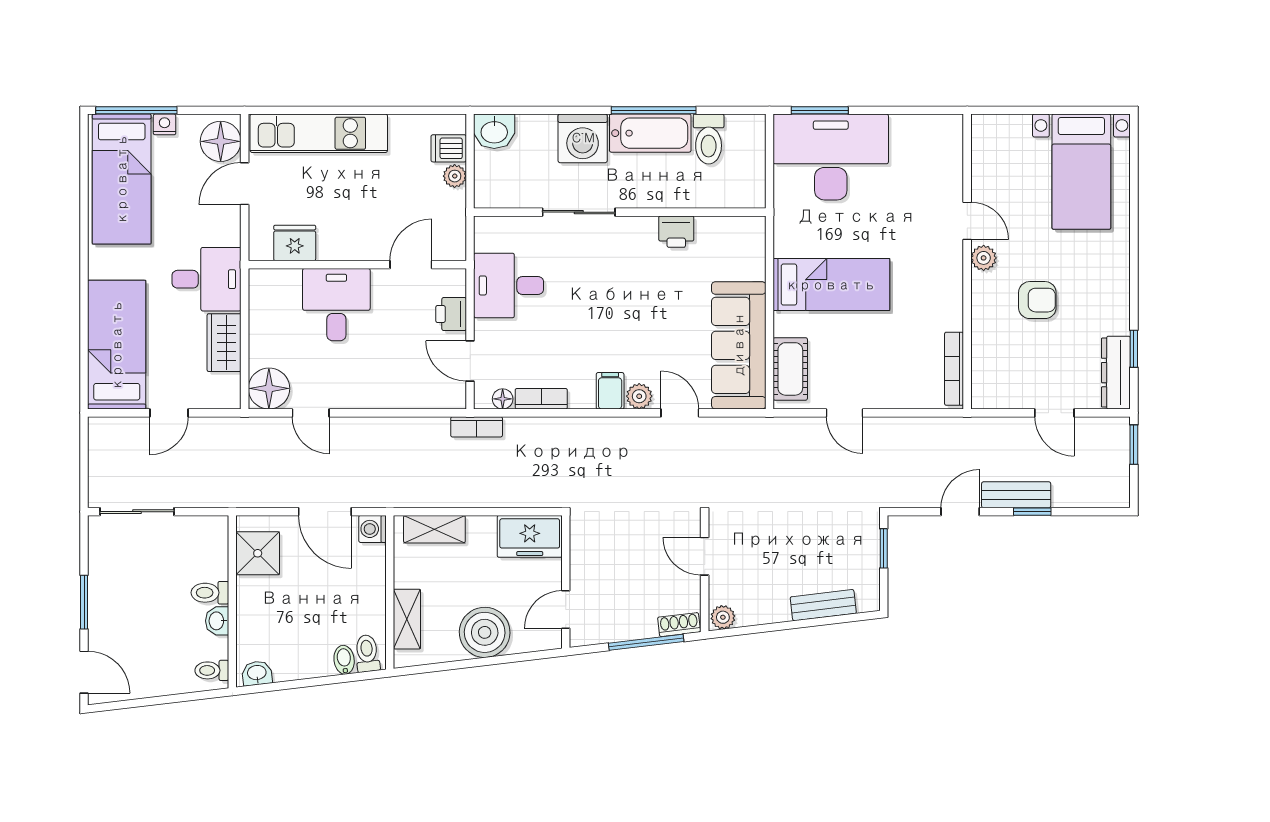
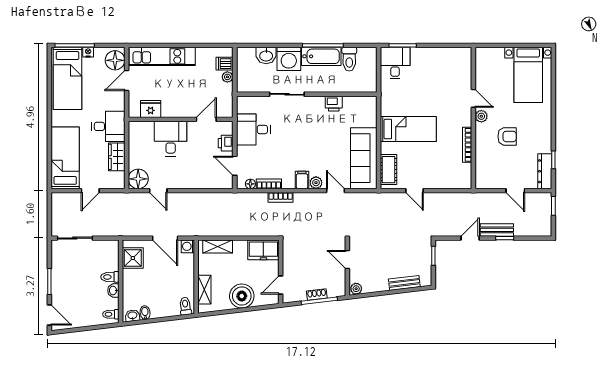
washbasin: (494, 131) -> (266, 55), moved
desk: (831, 157) -> (395, 63), width x0.53, depth x0.77
bookcase: (954, 369) -> (467, 145), moved
bookcase: (477, 427) -> (281, 197), moved
shoe rack: (679, 625) -> (317, 294), moved
bidet: (344, 660) -> (145, 313), moved

